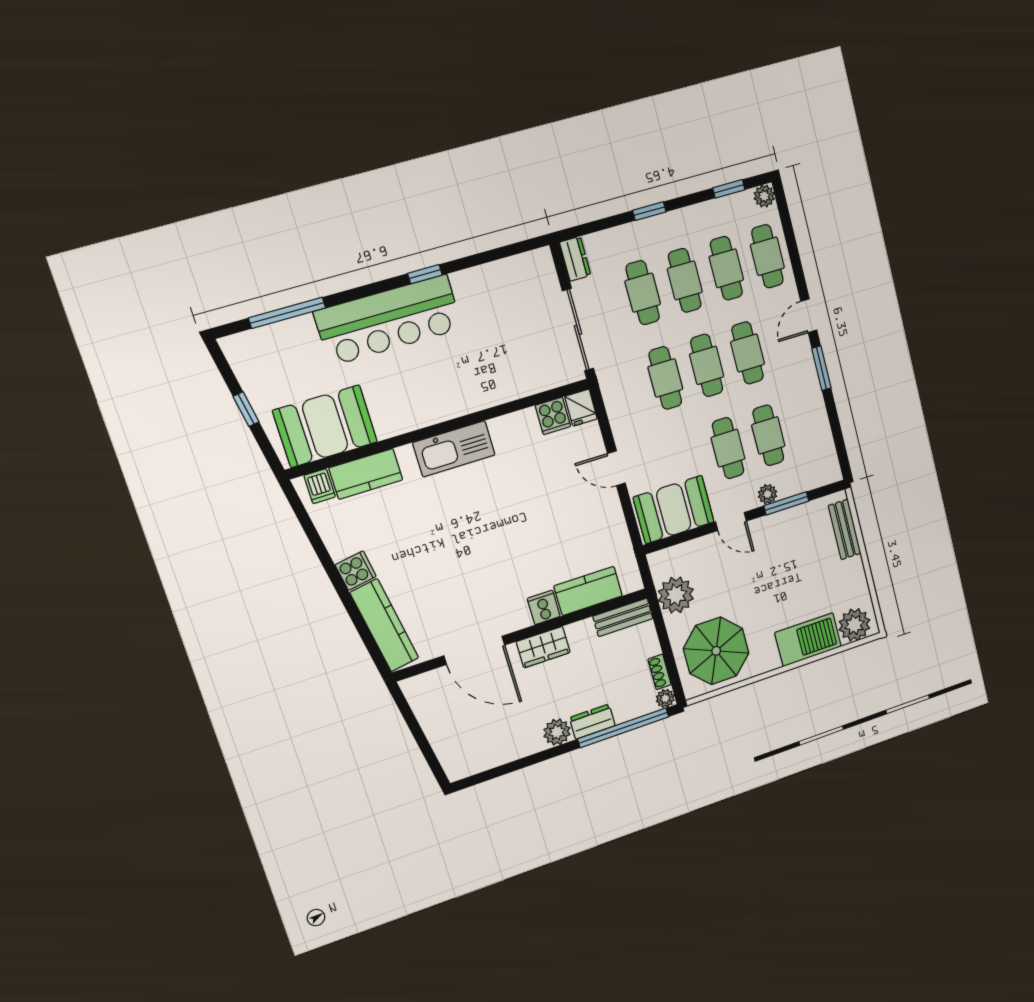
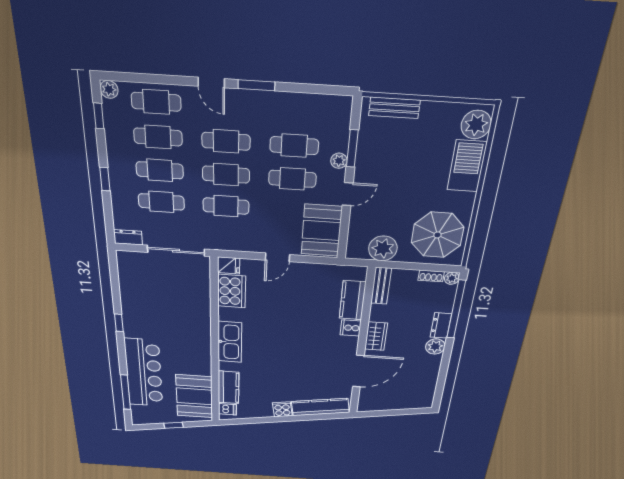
bar counter: (389, 320) -> (144, 373), moved
cooker: (553, 416) -> (232, 291), width x1.87, depth x1.31

